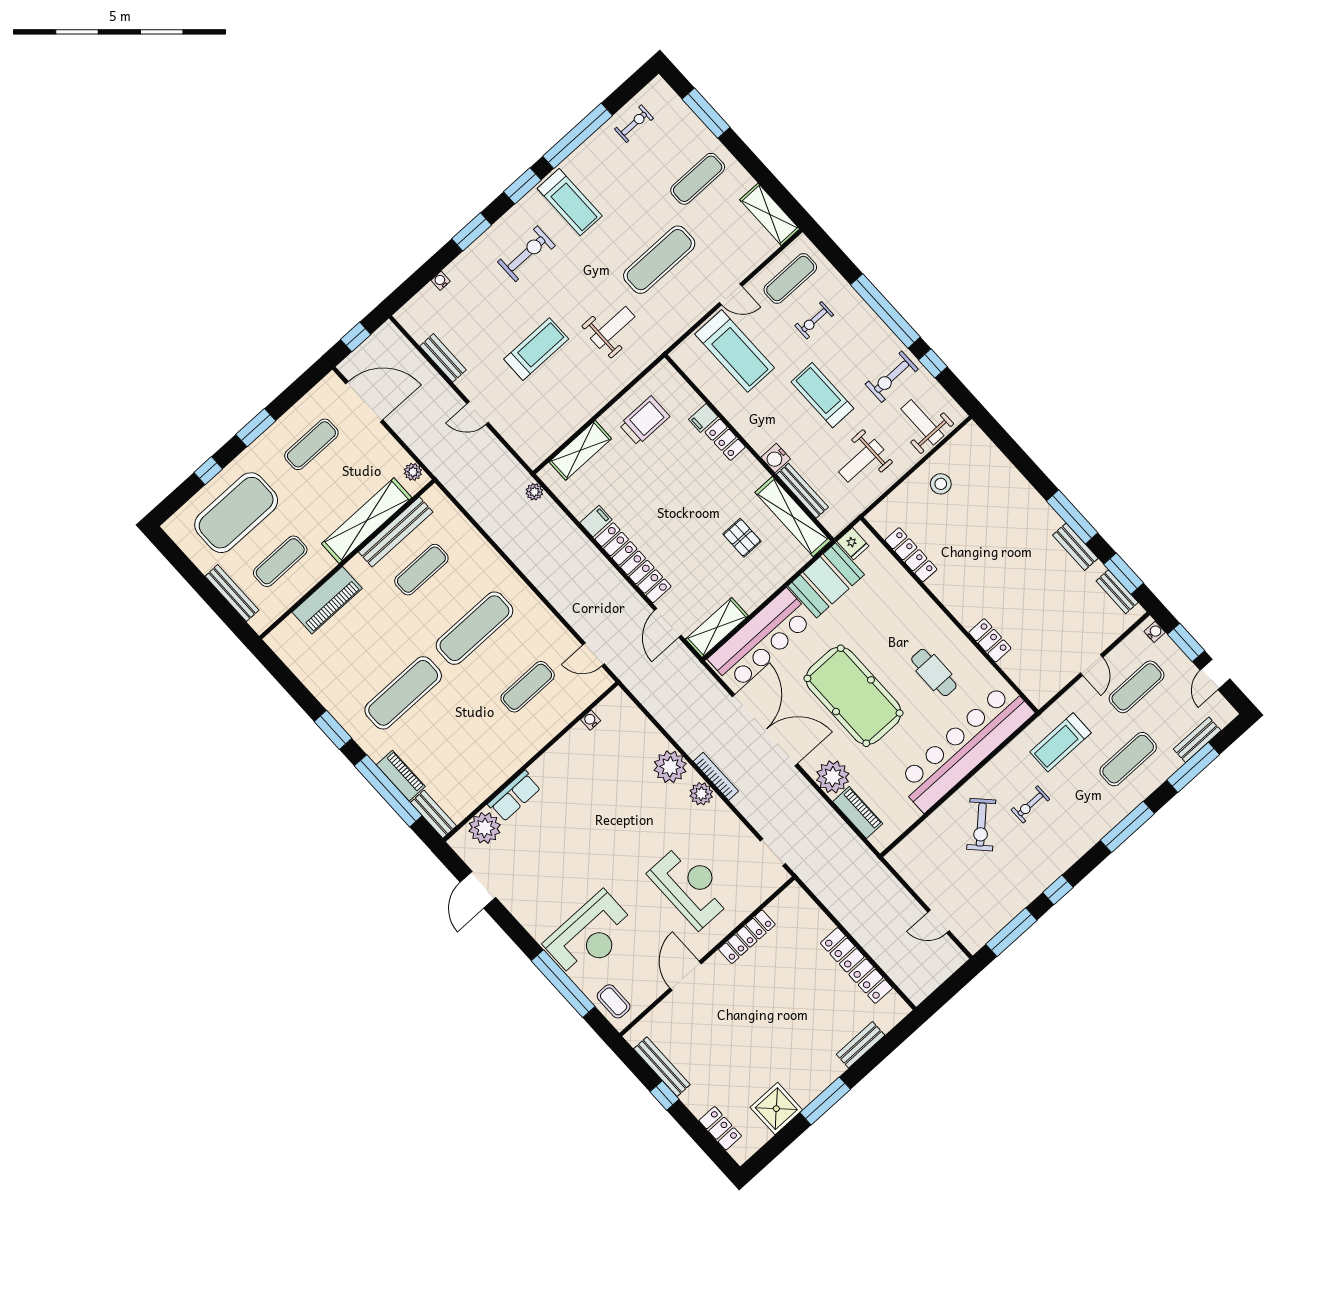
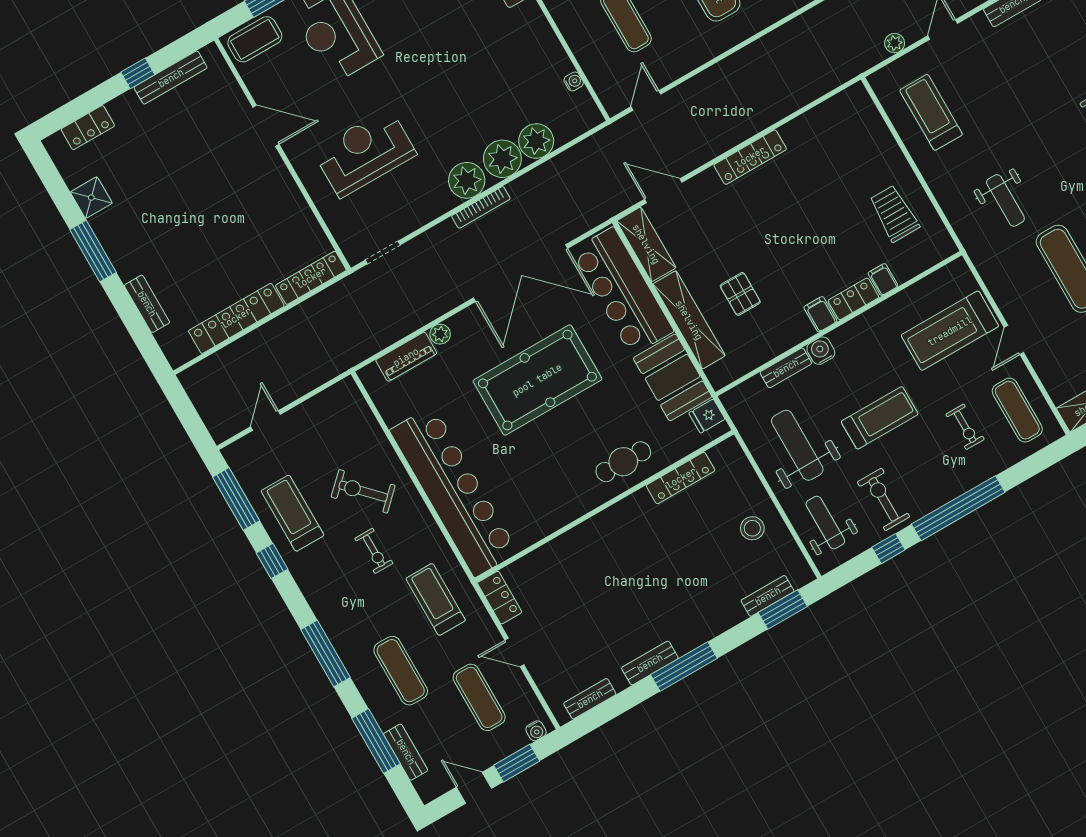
exercise bike: (814, 320) -> (965, 427), turned 180
treadmill: (536, 349) -> (931, 112), moved, turned 180
trolley: (645, 421) -> (894, 214), turned 180
weight bench: (922, 422) -> (825, 523), turned -90
shelving: (580, 450) -> (876, 135), removed
bench: (996, 458) -> (768, 596), added
weight bench: (861, 461) -> (797, 445), width x1.36, depth x1.33
bench: (802, 491) -> (786, 368), width x0.73
plant: (534, 492) -> (895, 43), moved
shelving: (793, 516) -> (689, 320), moved, turned 90
filing cabinet: (596, 521) -> (820, 314), moved, turned 180
pallet: (742, 538) -> (740, 294), turned 90
locker: (633, 563) -> (750, 157), width x0.71, depth x0.83
window: (1124, 574) -> (783, 610), moved
locker: (990, 640) -> (500, 598), moved, turned -90
cafe table: (934, 673) -> (623, 462), moved
plant: (649, 741) -> (536, 141), added
plant: (833, 777) -> (440, 334), width x0.53, depth x0.53
plant: (701, 794) -> (467, 180), width x1.36, depth x1.36
exercise bike: (1030, 804) -> (374, 551), turned 180
treadmill: (1013, 881) -> (292, 513), added
reception desk: (690, 886) -> (365, 153), turned 180
locker: (747, 937) -> (311, 278), moved, turned 90
coffee table: (614, 1001) -> (255, 39), width x1.36, depth x1.30
shower: (776, 1109) -> (91, 198), width x0.73, depth x0.73

